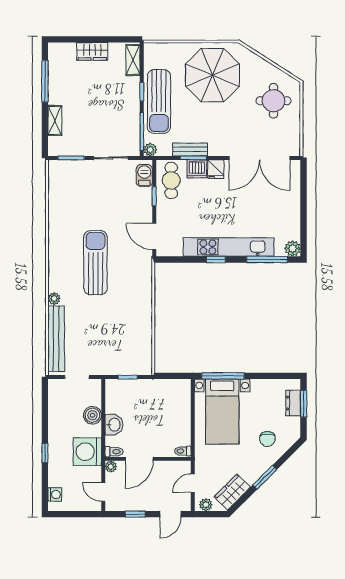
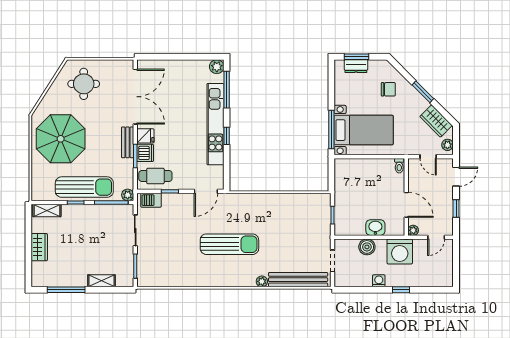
bench: (190, 149) -> (128, 142), moved
sun lounger: (95, 263) -> (229, 244), turned 180
toilet: (114, 452) -> (400, 228), removed
washing machine: (55, 494) -> (379, 281), moved
door: (170, 514) -> (456, 177), hinge flipped

